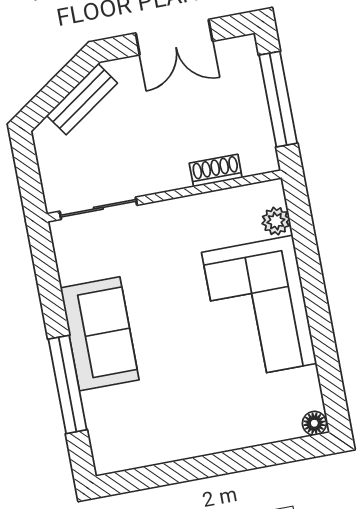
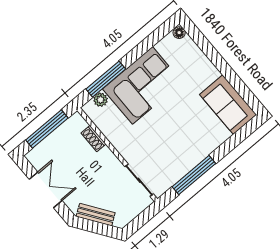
window: (306, 250) -> (106, 79), added
sofa: (100, 334) -> (228, 105), moved, turned -90
window: (68, 384) -> (194, 175), moved

